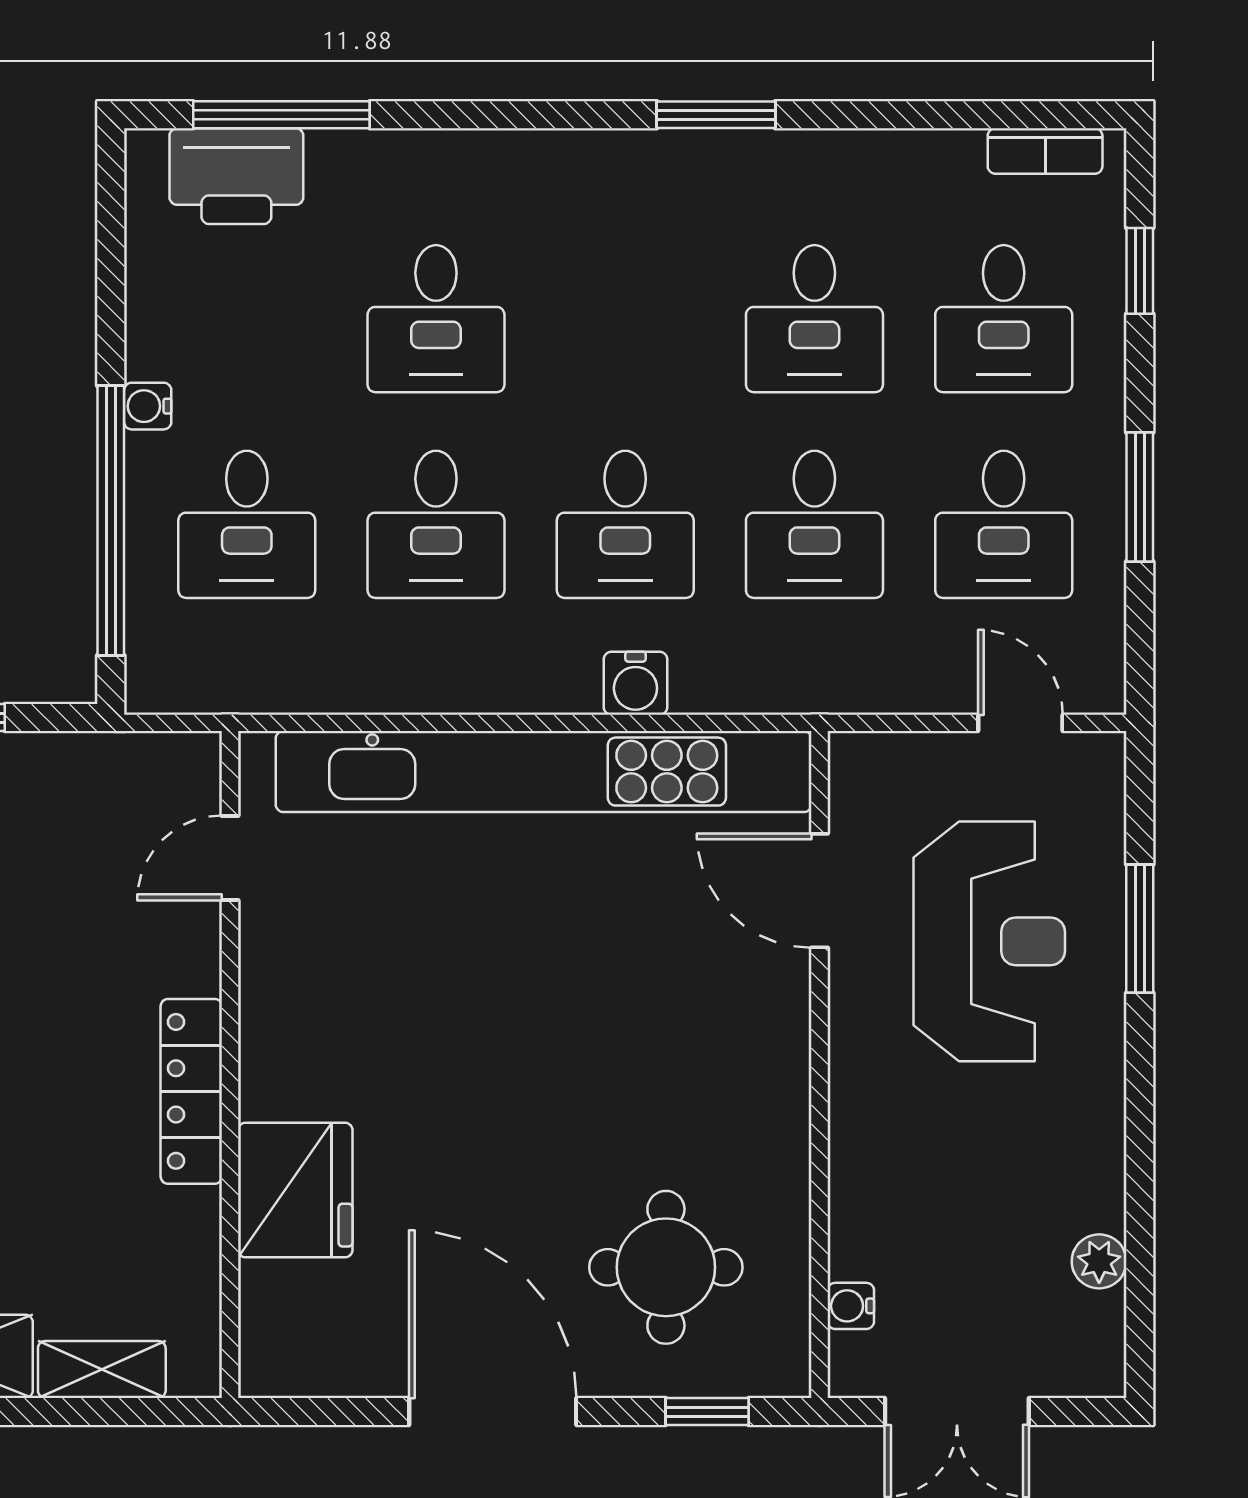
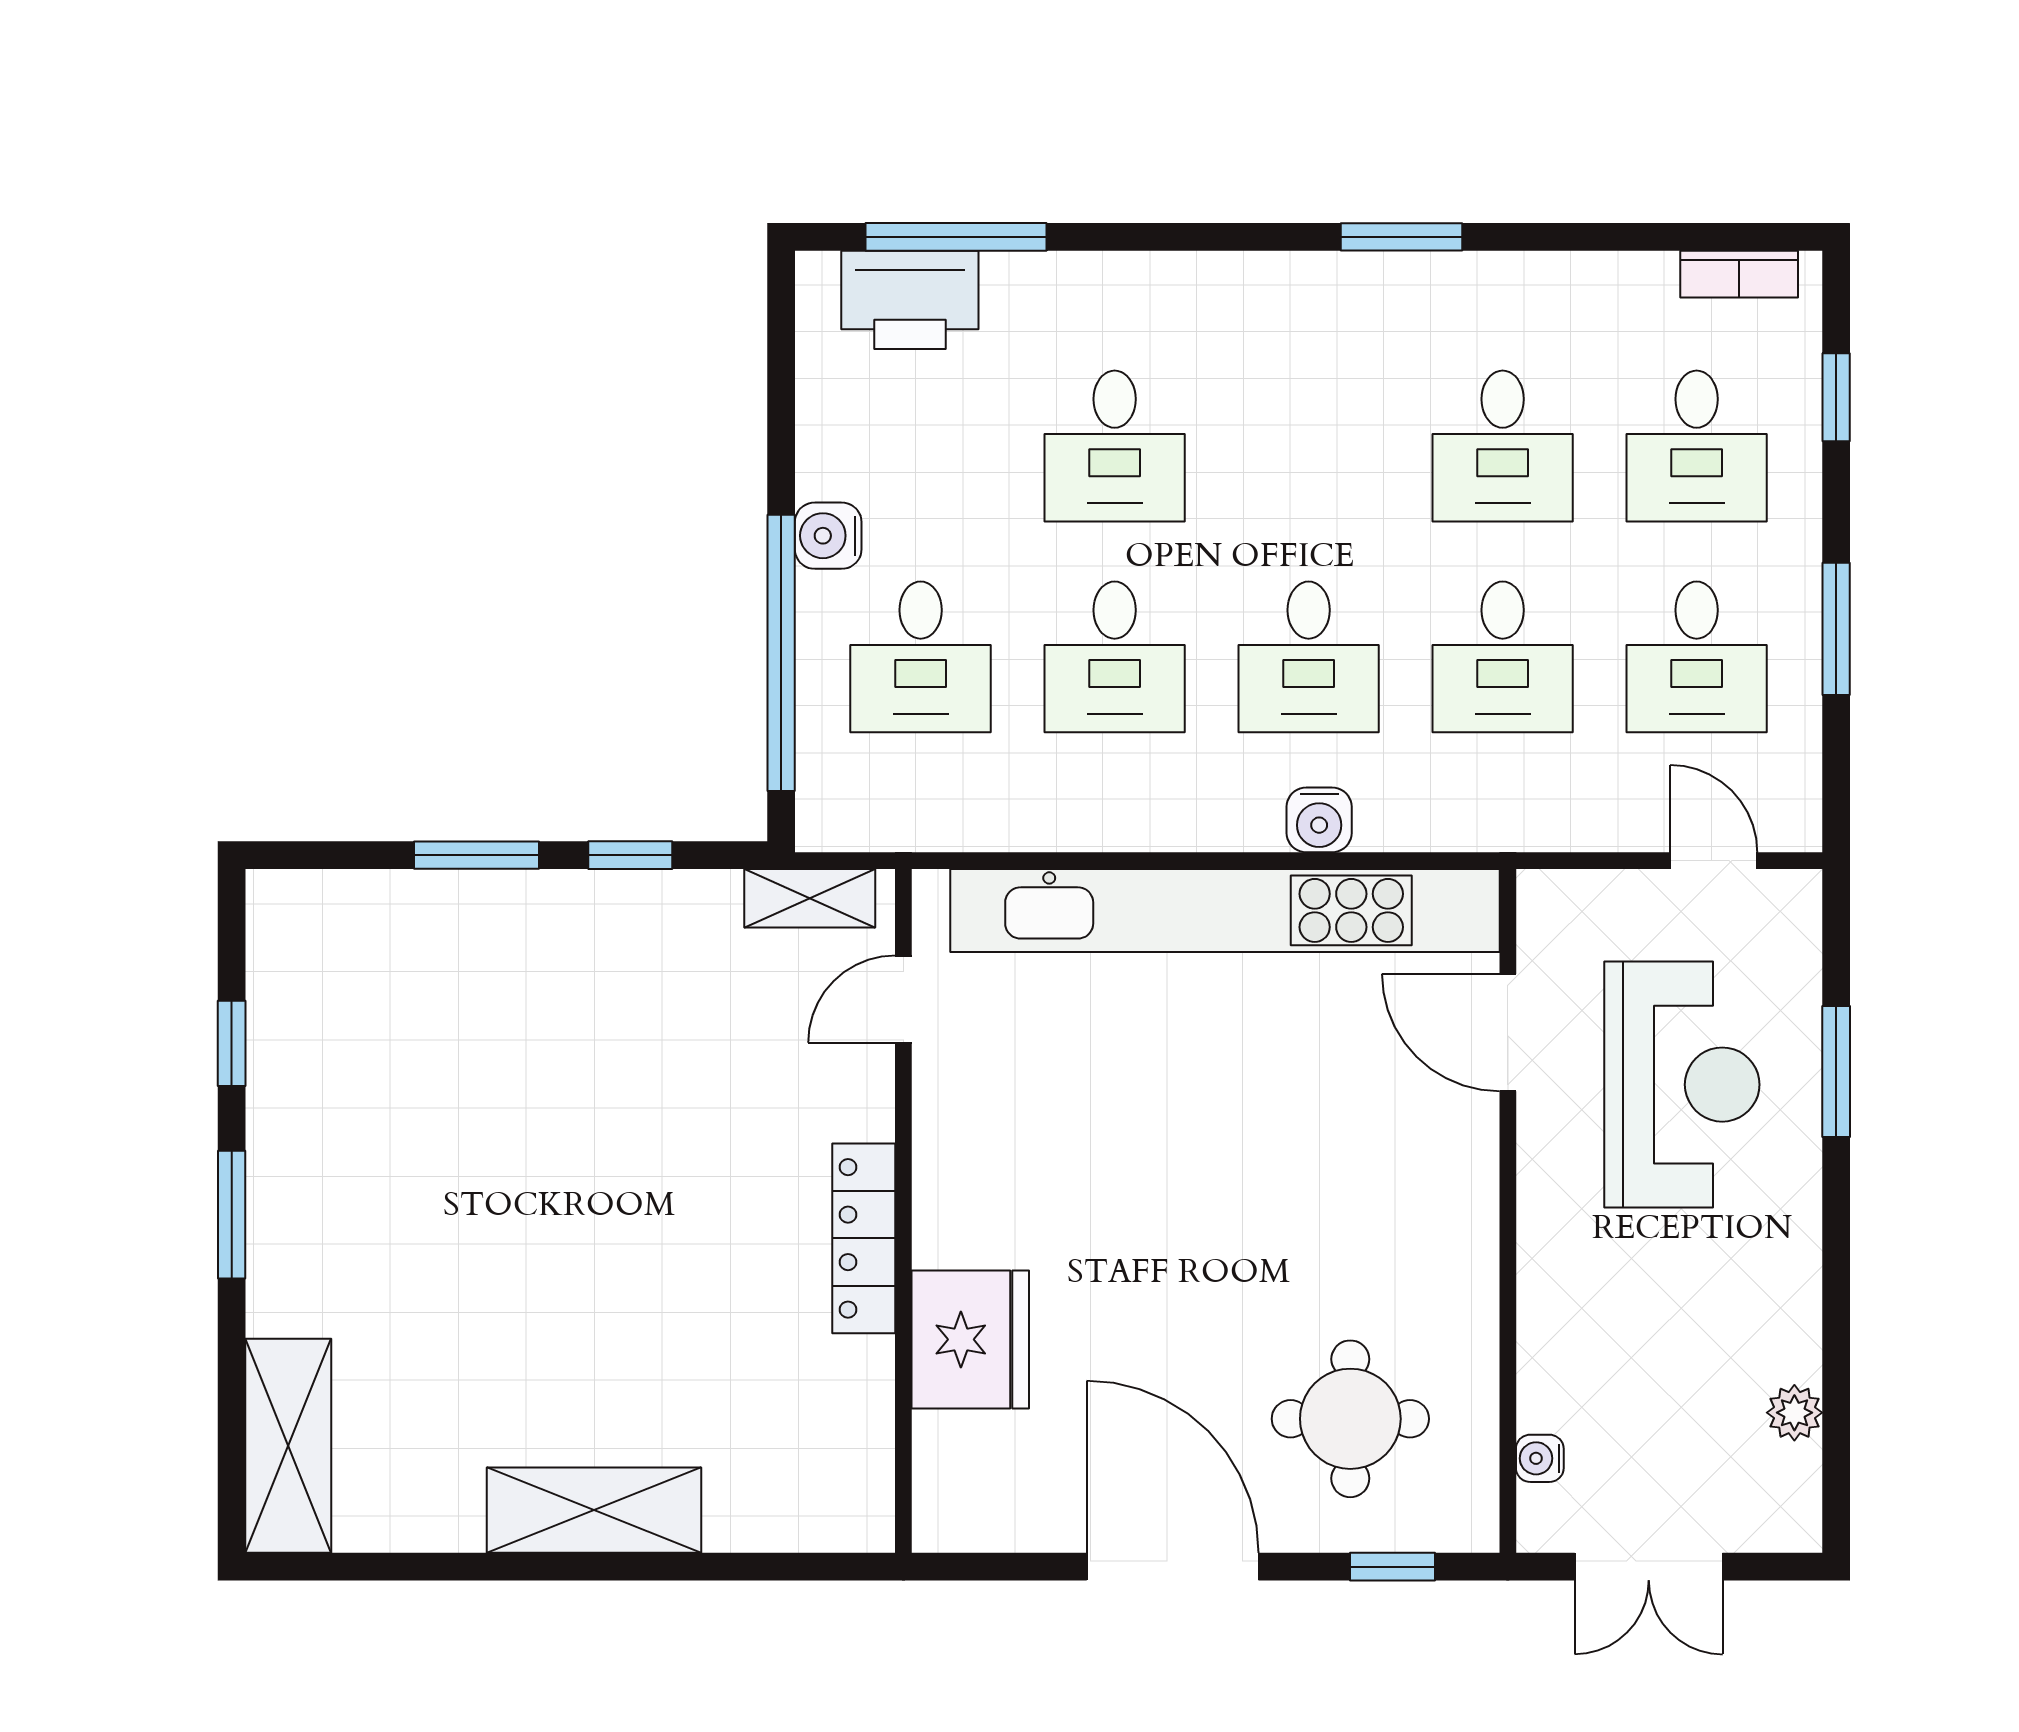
water cooler: (148, 406) -> (828, 536), width x1.38, depth x1.38
shelving: (102, 1369) -> (810, 898), moved

